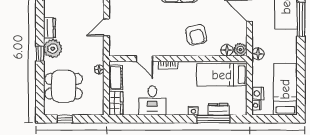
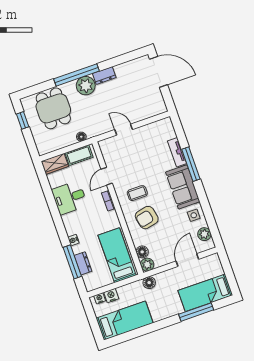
coffee table: (170, 36) -> (137, 193), added
window: (40, 54) -> (77, 75), width x3.17

